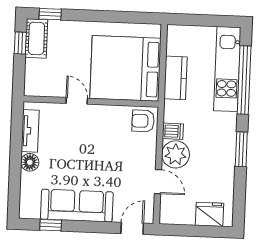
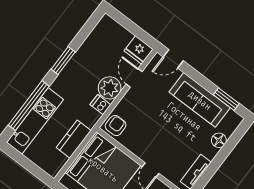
armchair: (143, 121) -> (116, 126), turned -90
floor lamp: (30, 162) -> (219, 140), moved
fridge: (210, 214) -> (139, 50), moved
window: (51, 225) -> (226, 99), width x1.50

